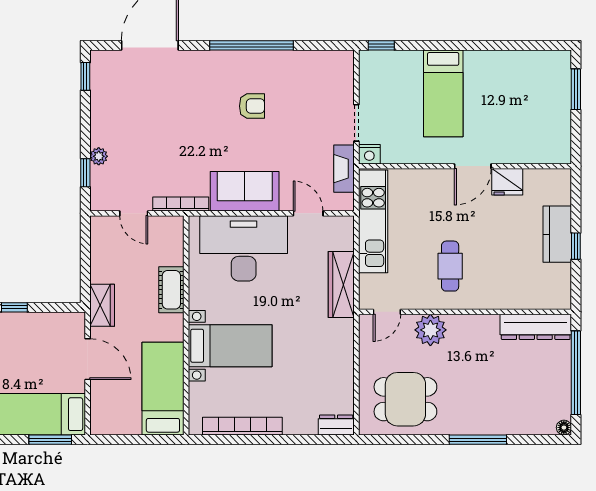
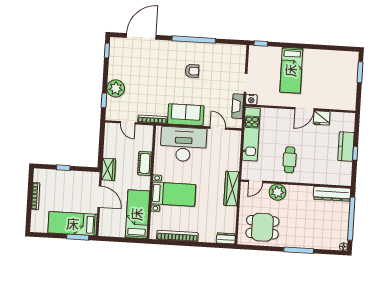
plant: (99, 156) -> (116, 88), width x1.88, depth x1.88
wardrobe: (341, 284) -> (231, 189), moved

